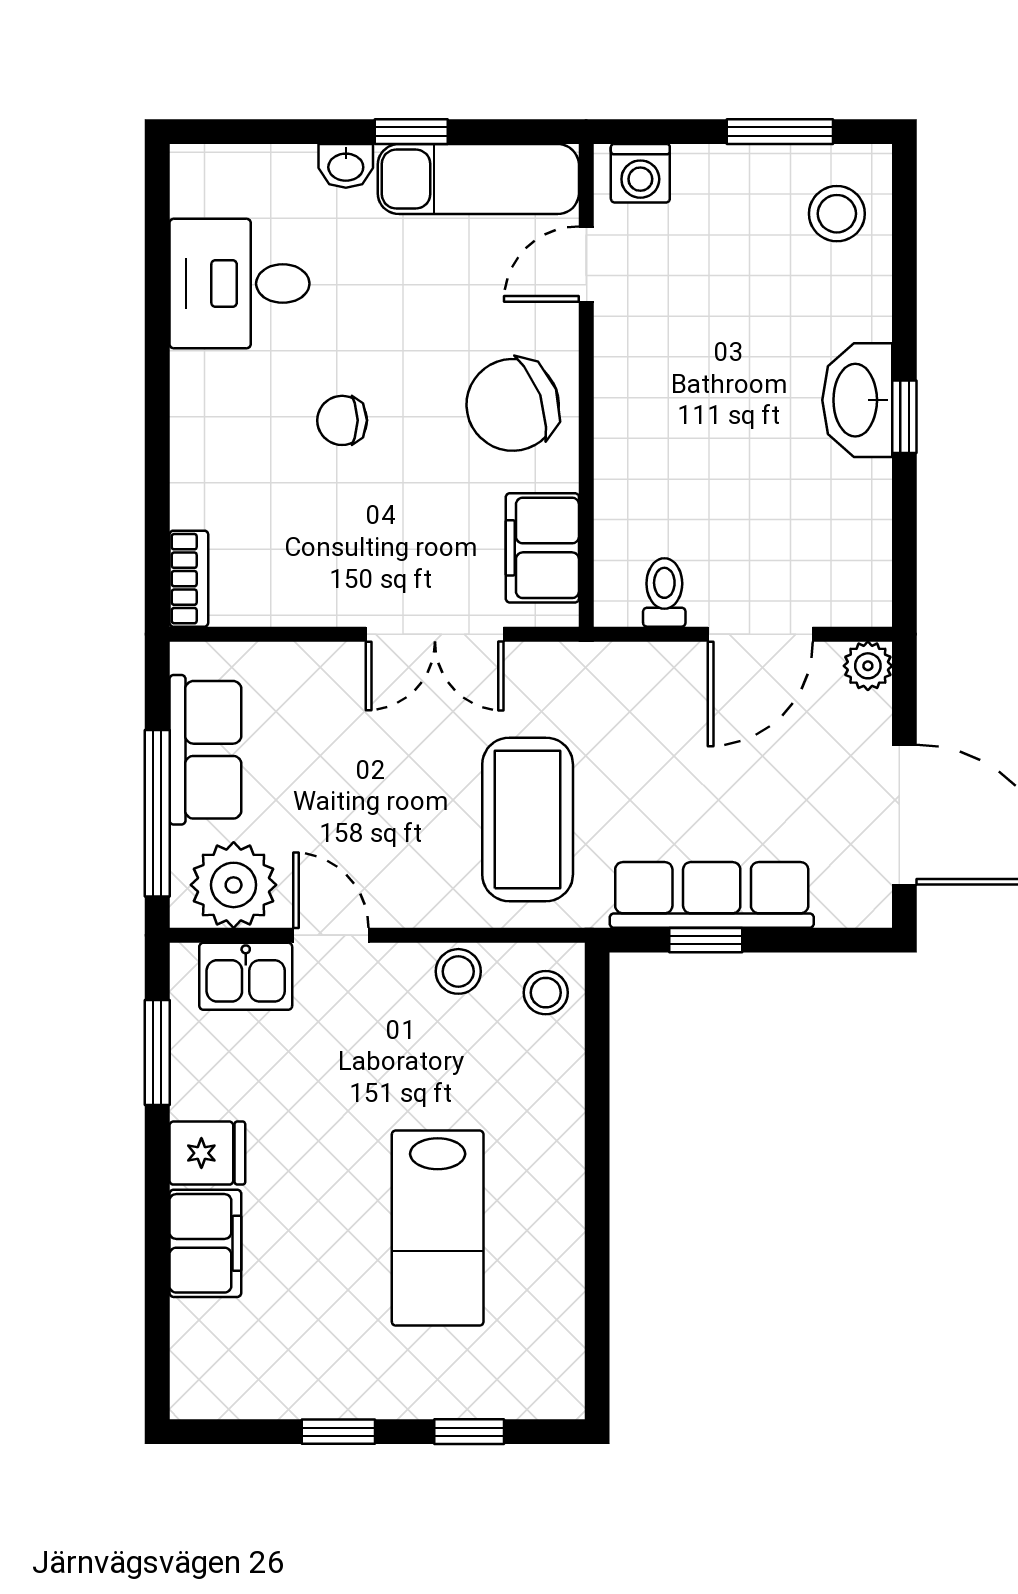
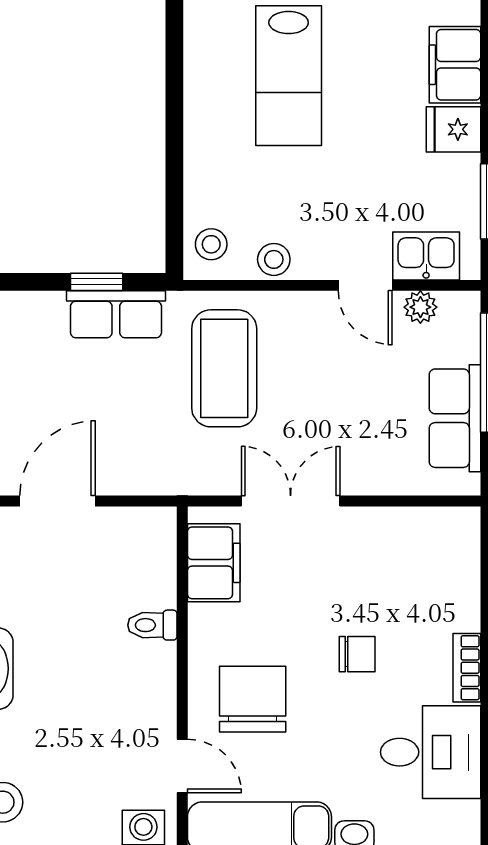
door: (586, 264) -> (182, 766), hinge flipped
chair: (513, 405) -> (253, 699), moved, turned -70
bookcase: (189, 579) -> (467, 668), moved
toilet: (664, 592) -> (152, 625), moved, turned 90
plant: (234, 885) -> (420, 307), width x0.53, depth x0.53
row of seats: (712, 895) -> (116, 314), width x0.68
lab bench: (438, 1228) -> (289, 76), turned 180

